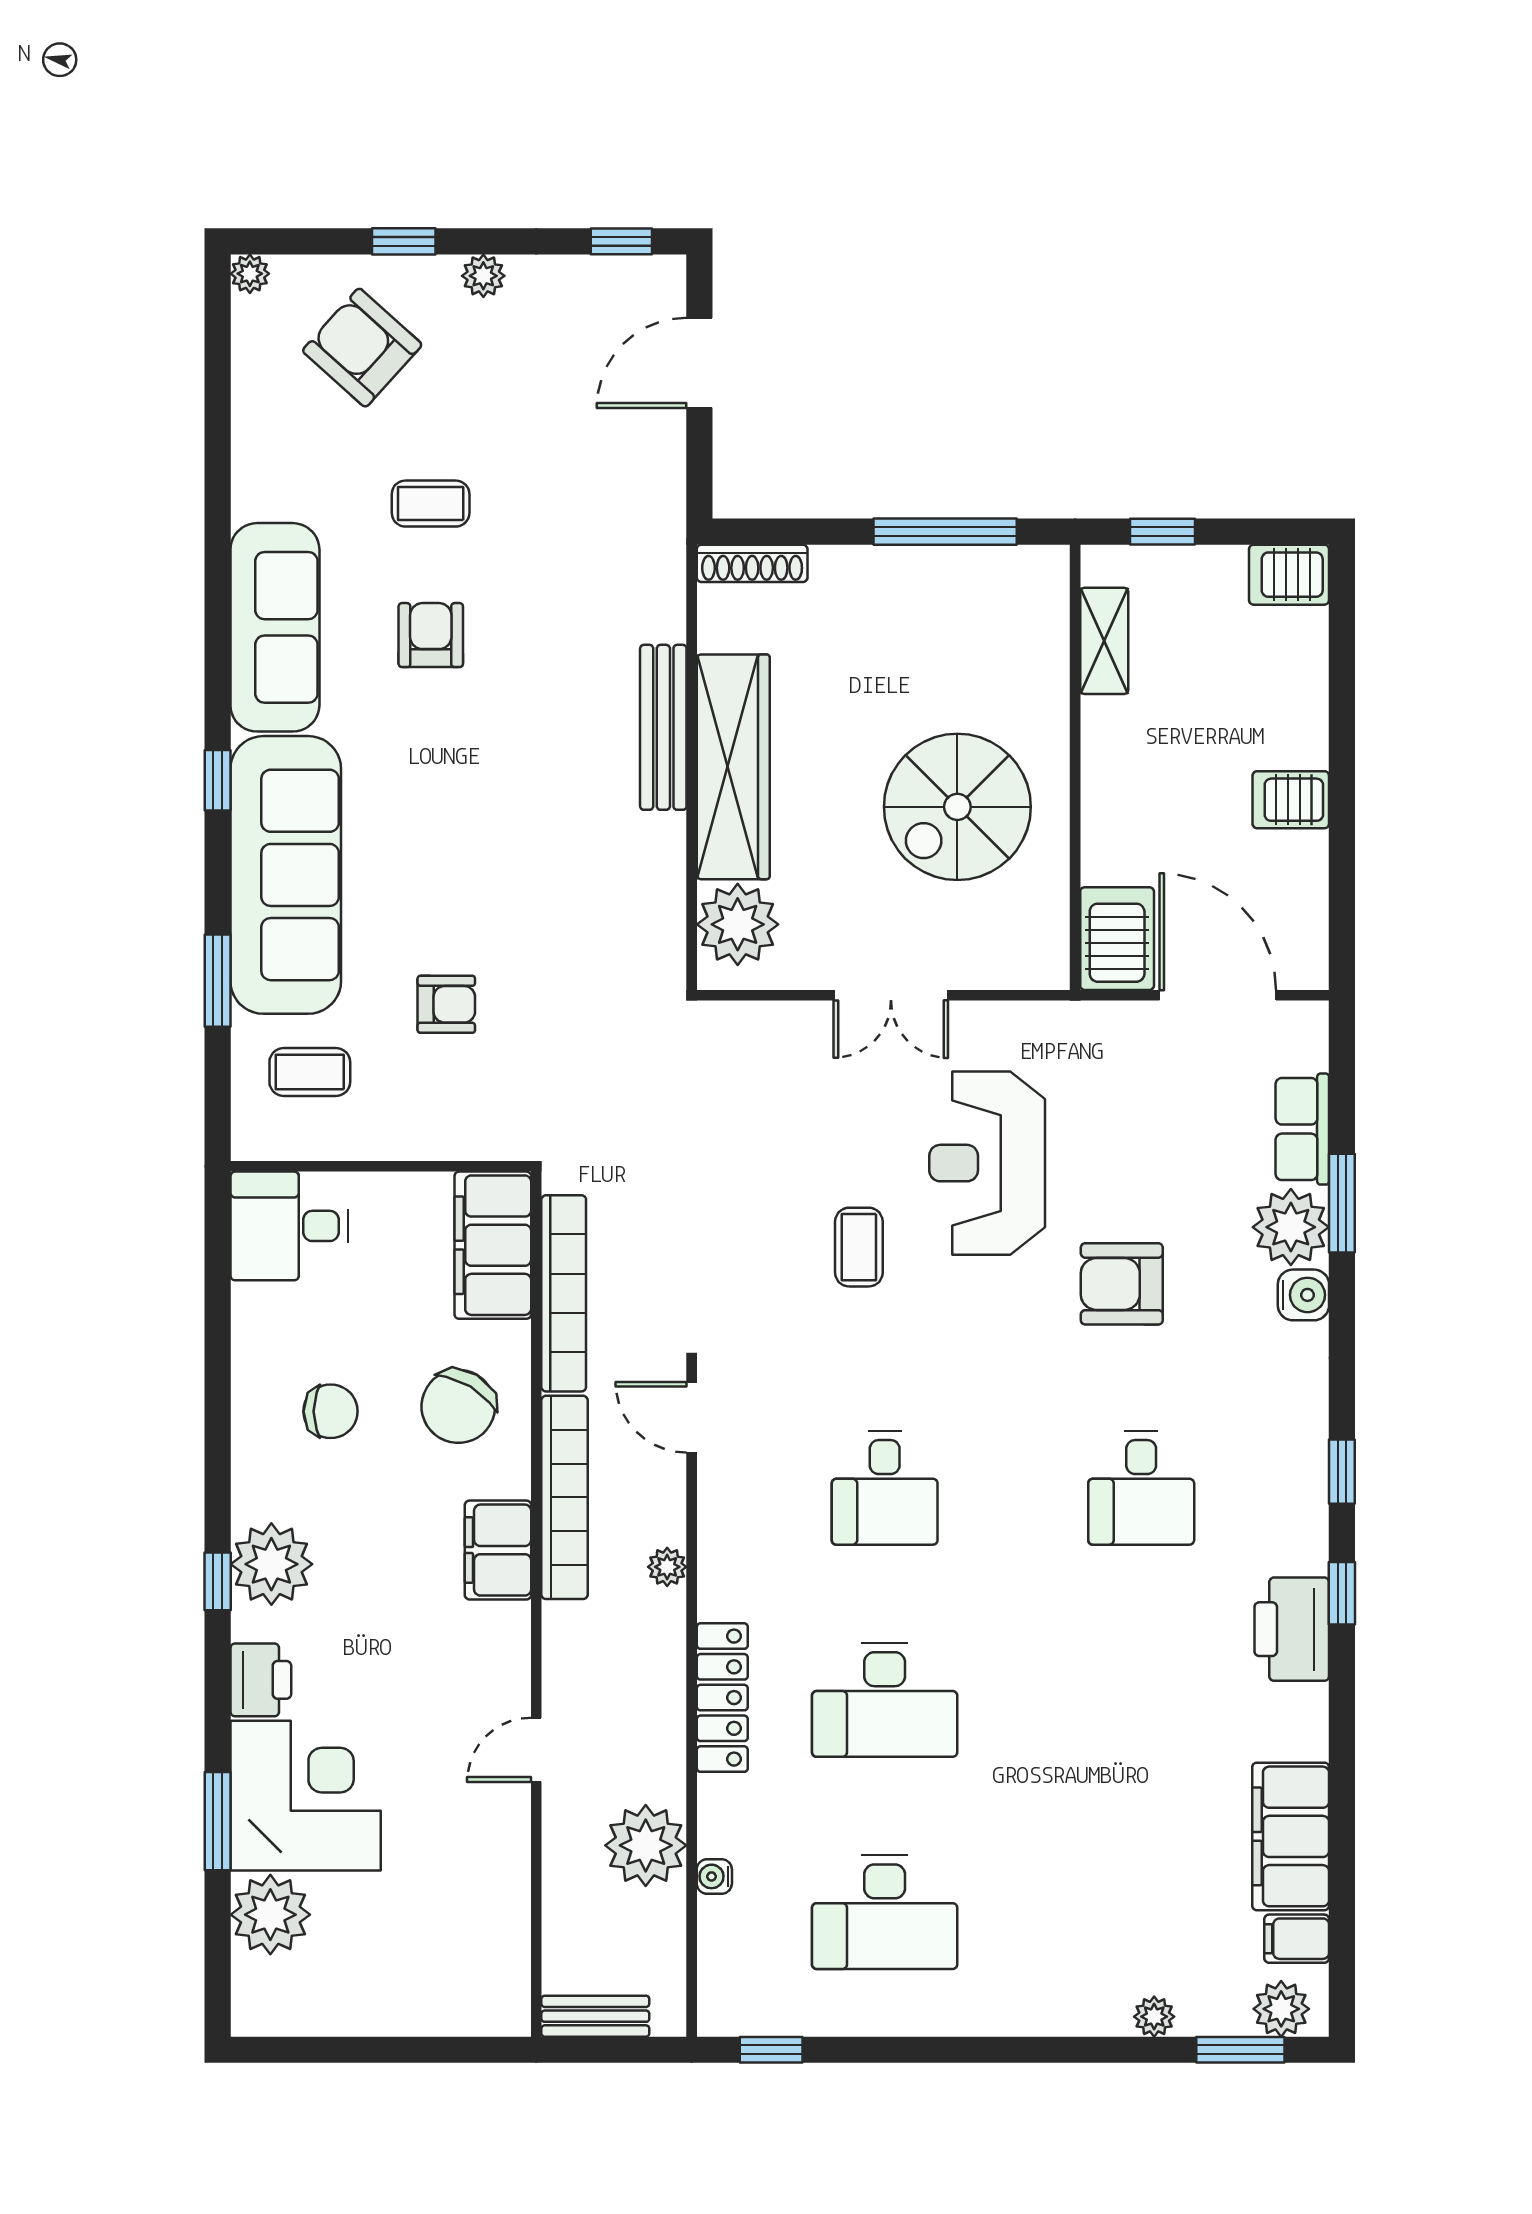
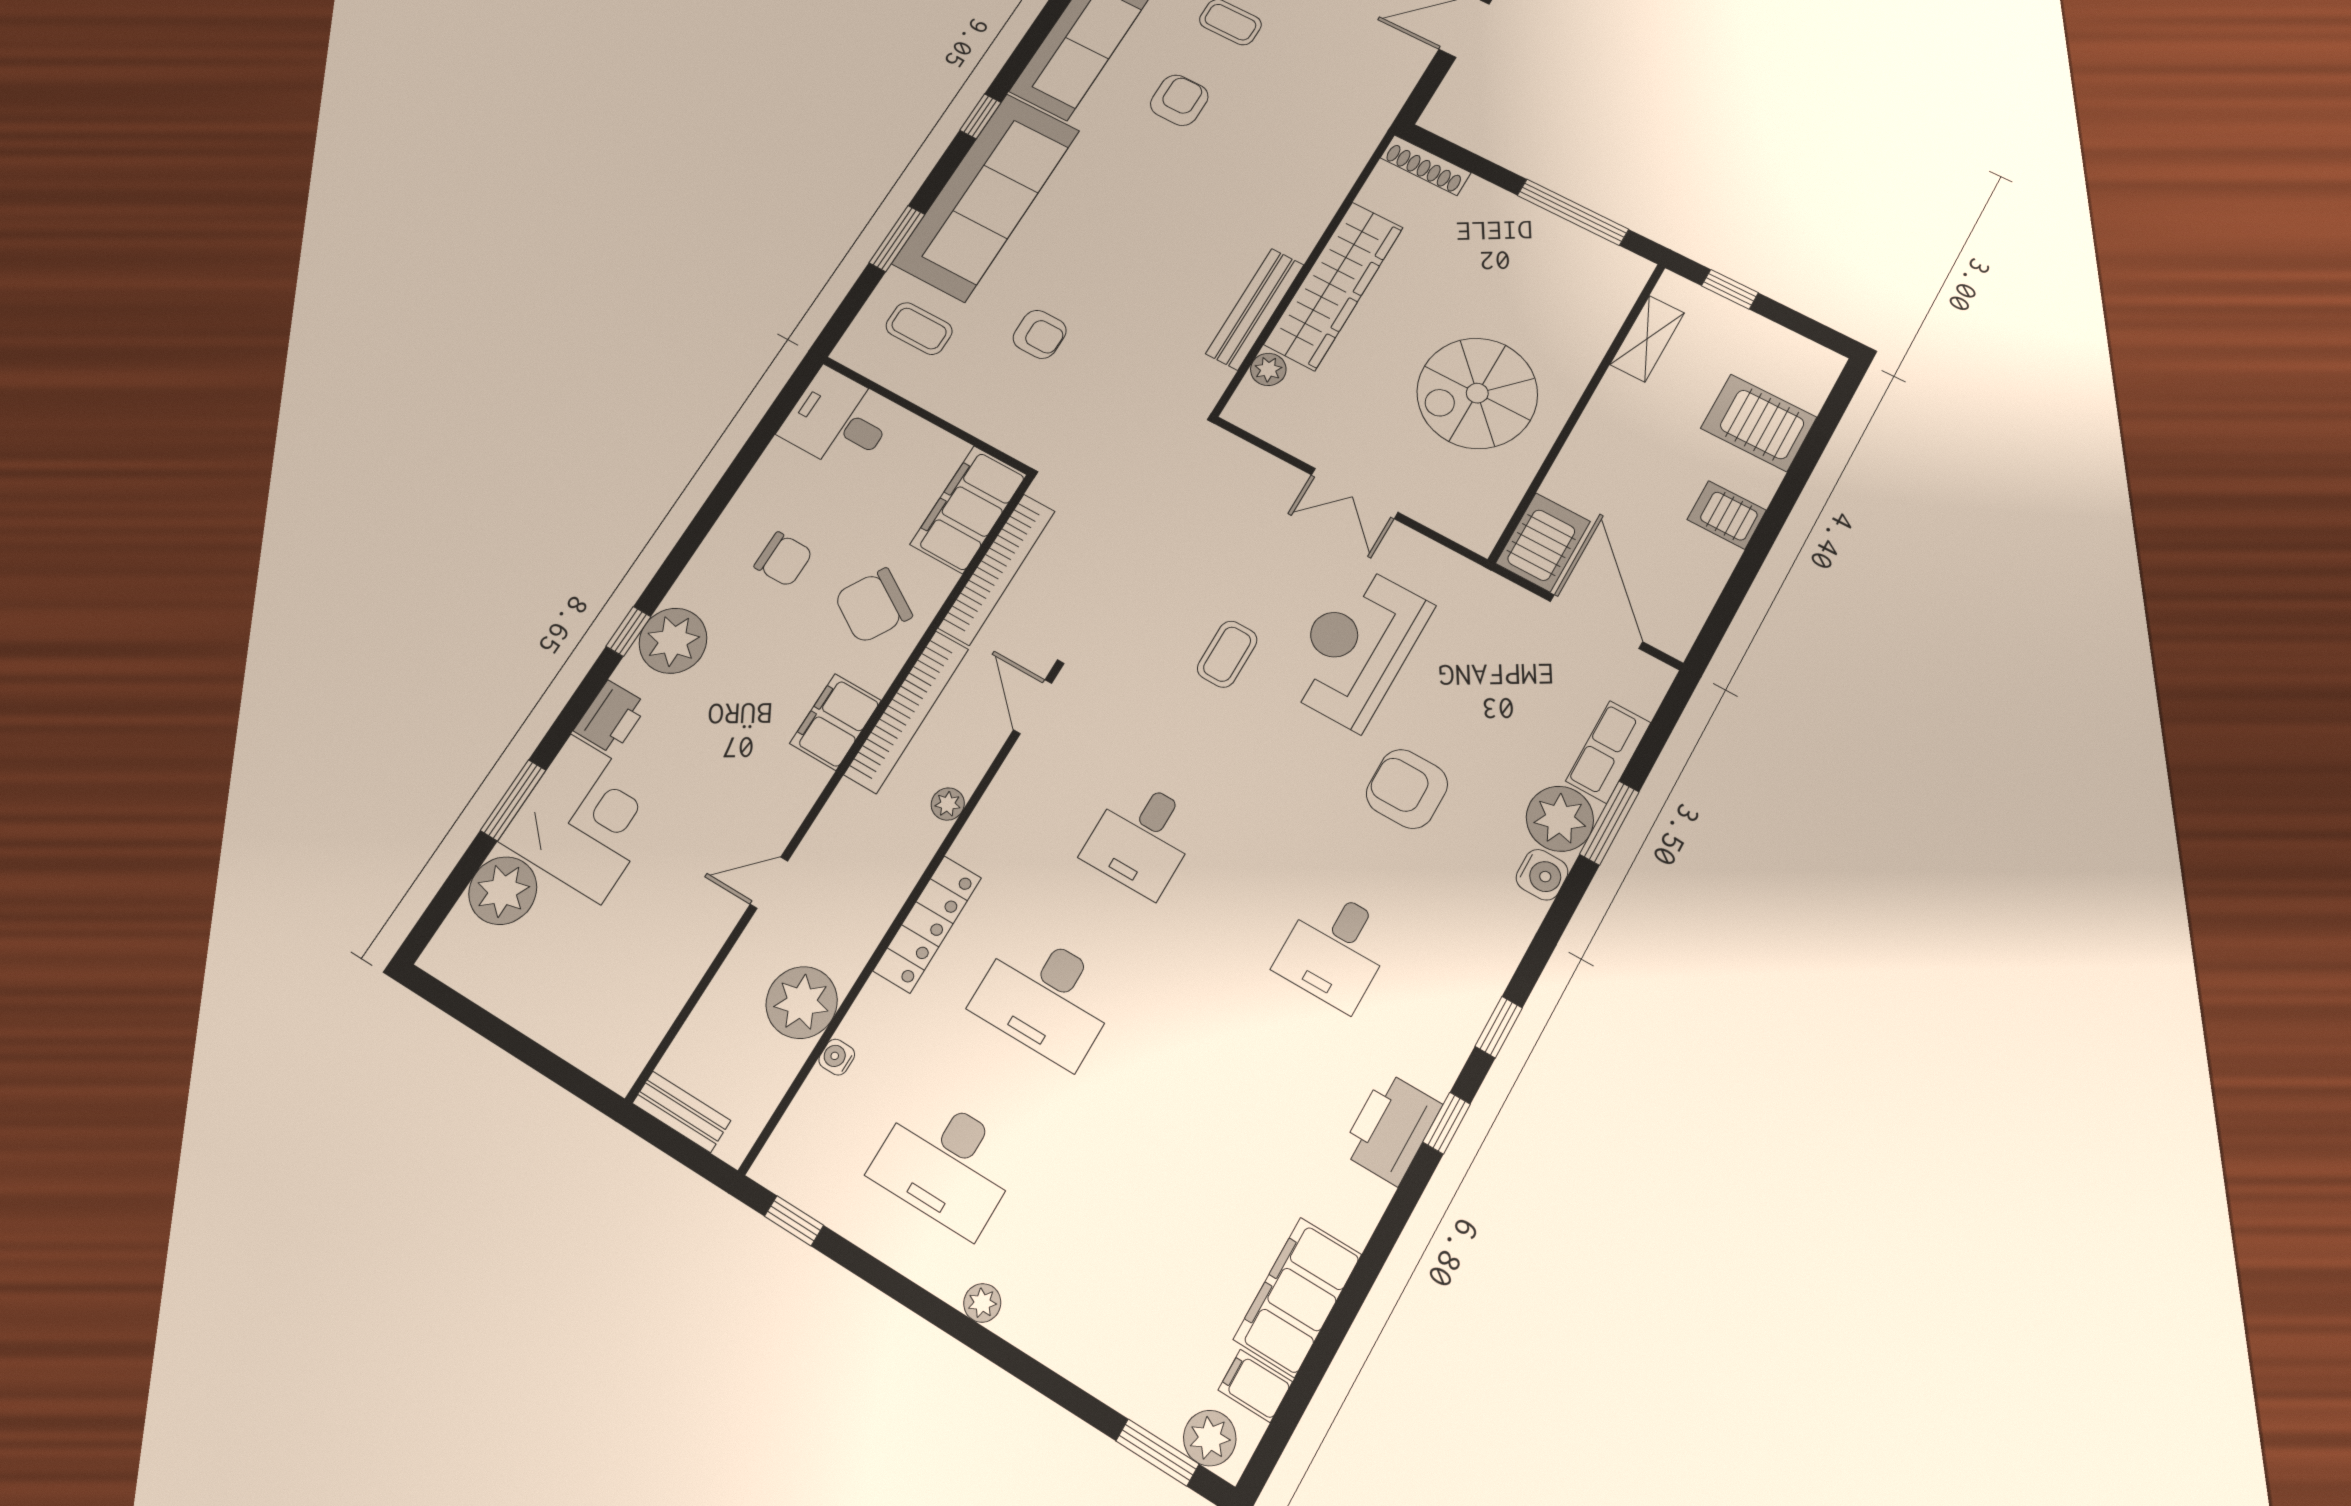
server rack: (1289, 575) -> (1759, 423), moved, width x1.36, depth x1.44
bench: (663, 727) -> (1255, 309), moved
plant: (738, 924) -> (1268, 369), width x0.53, depth x0.53
plant: (1154, 2017) -> (982, 1303), moved

